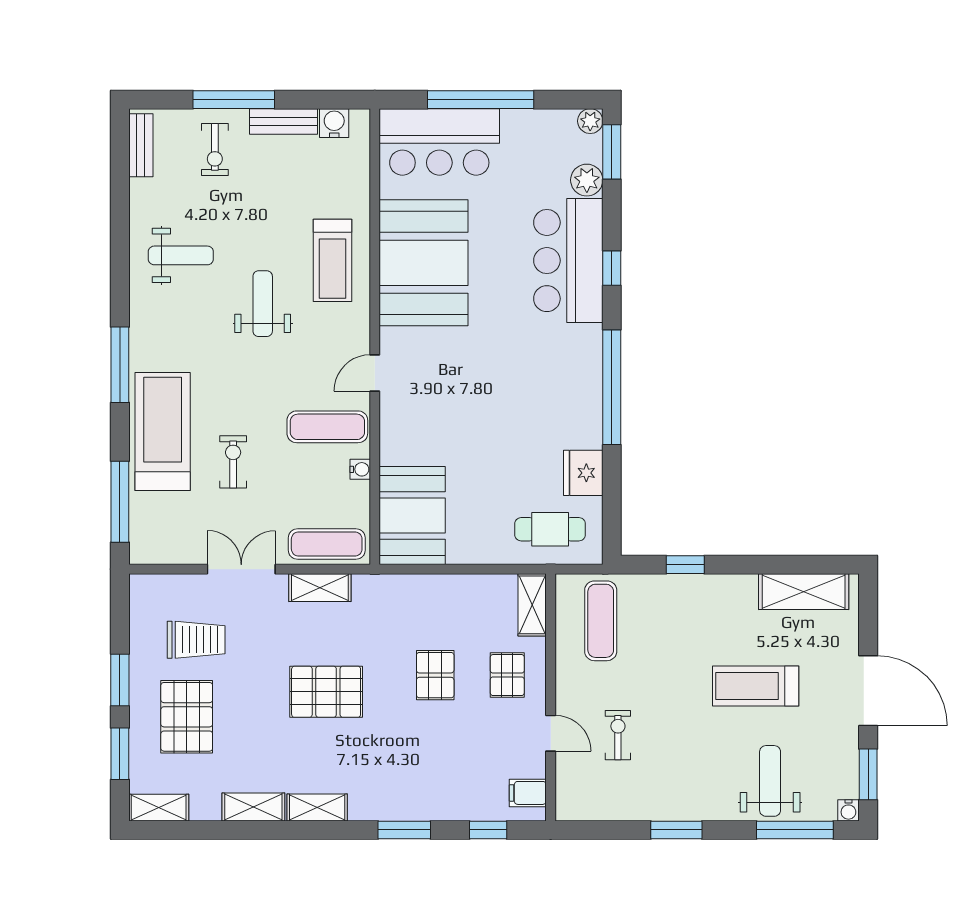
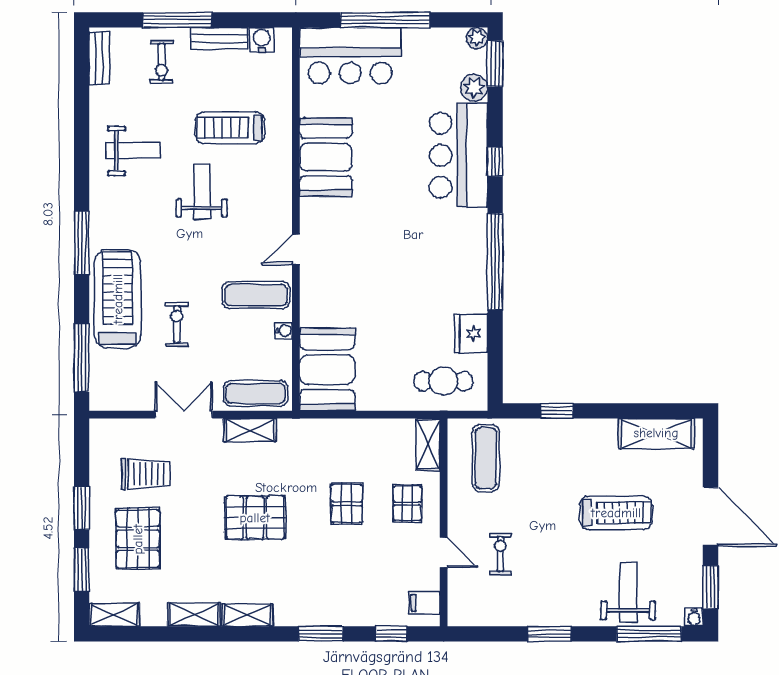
treadmill: (333, 260) -> (230, 128), moved, turned 90
booth: (424, 263) -> (326, 157), width x0.73, depth x0.70
treadmill: (756, 686) -> (616, 513), turned 180

